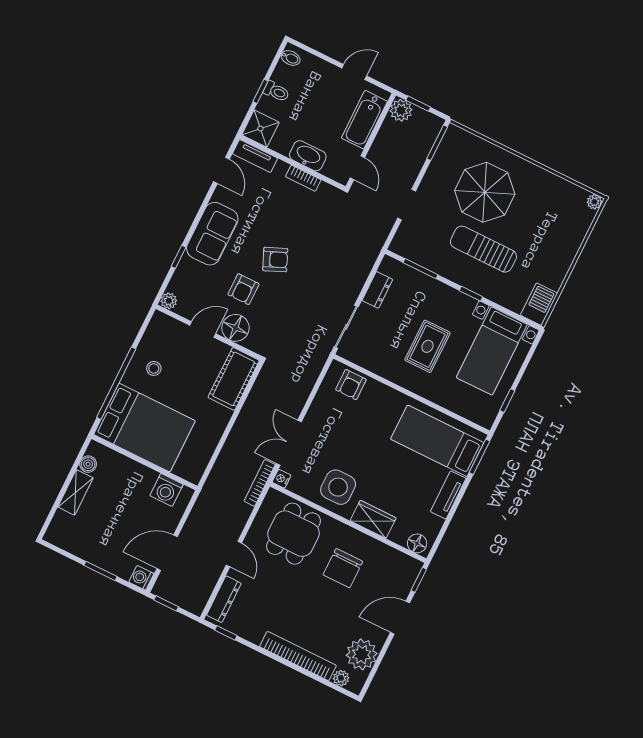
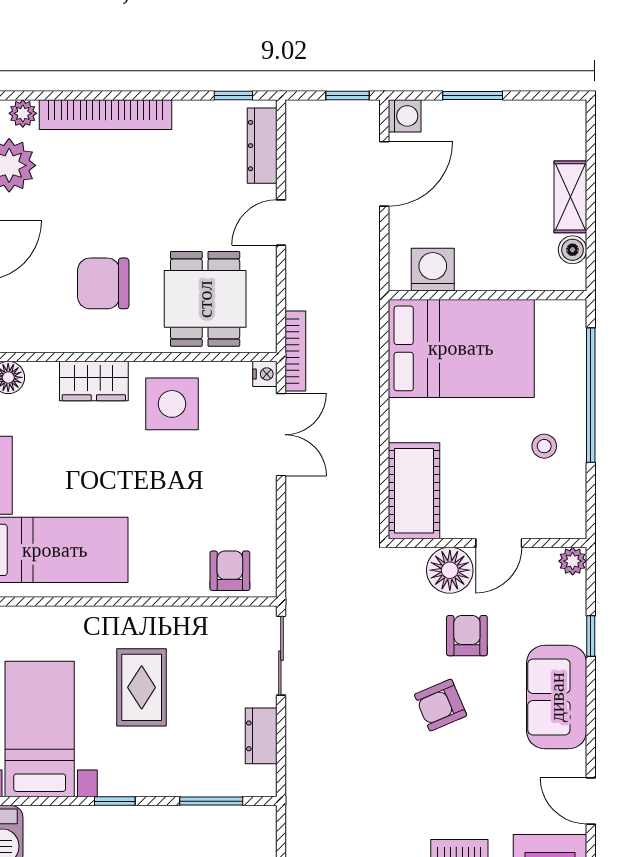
bed: (144, 428) -> (461, 348), moved, turned 180
door: (234, 554) -> (281, 222), hinge flipped
chair: (343, 568) -> (103, 283), turned -90

